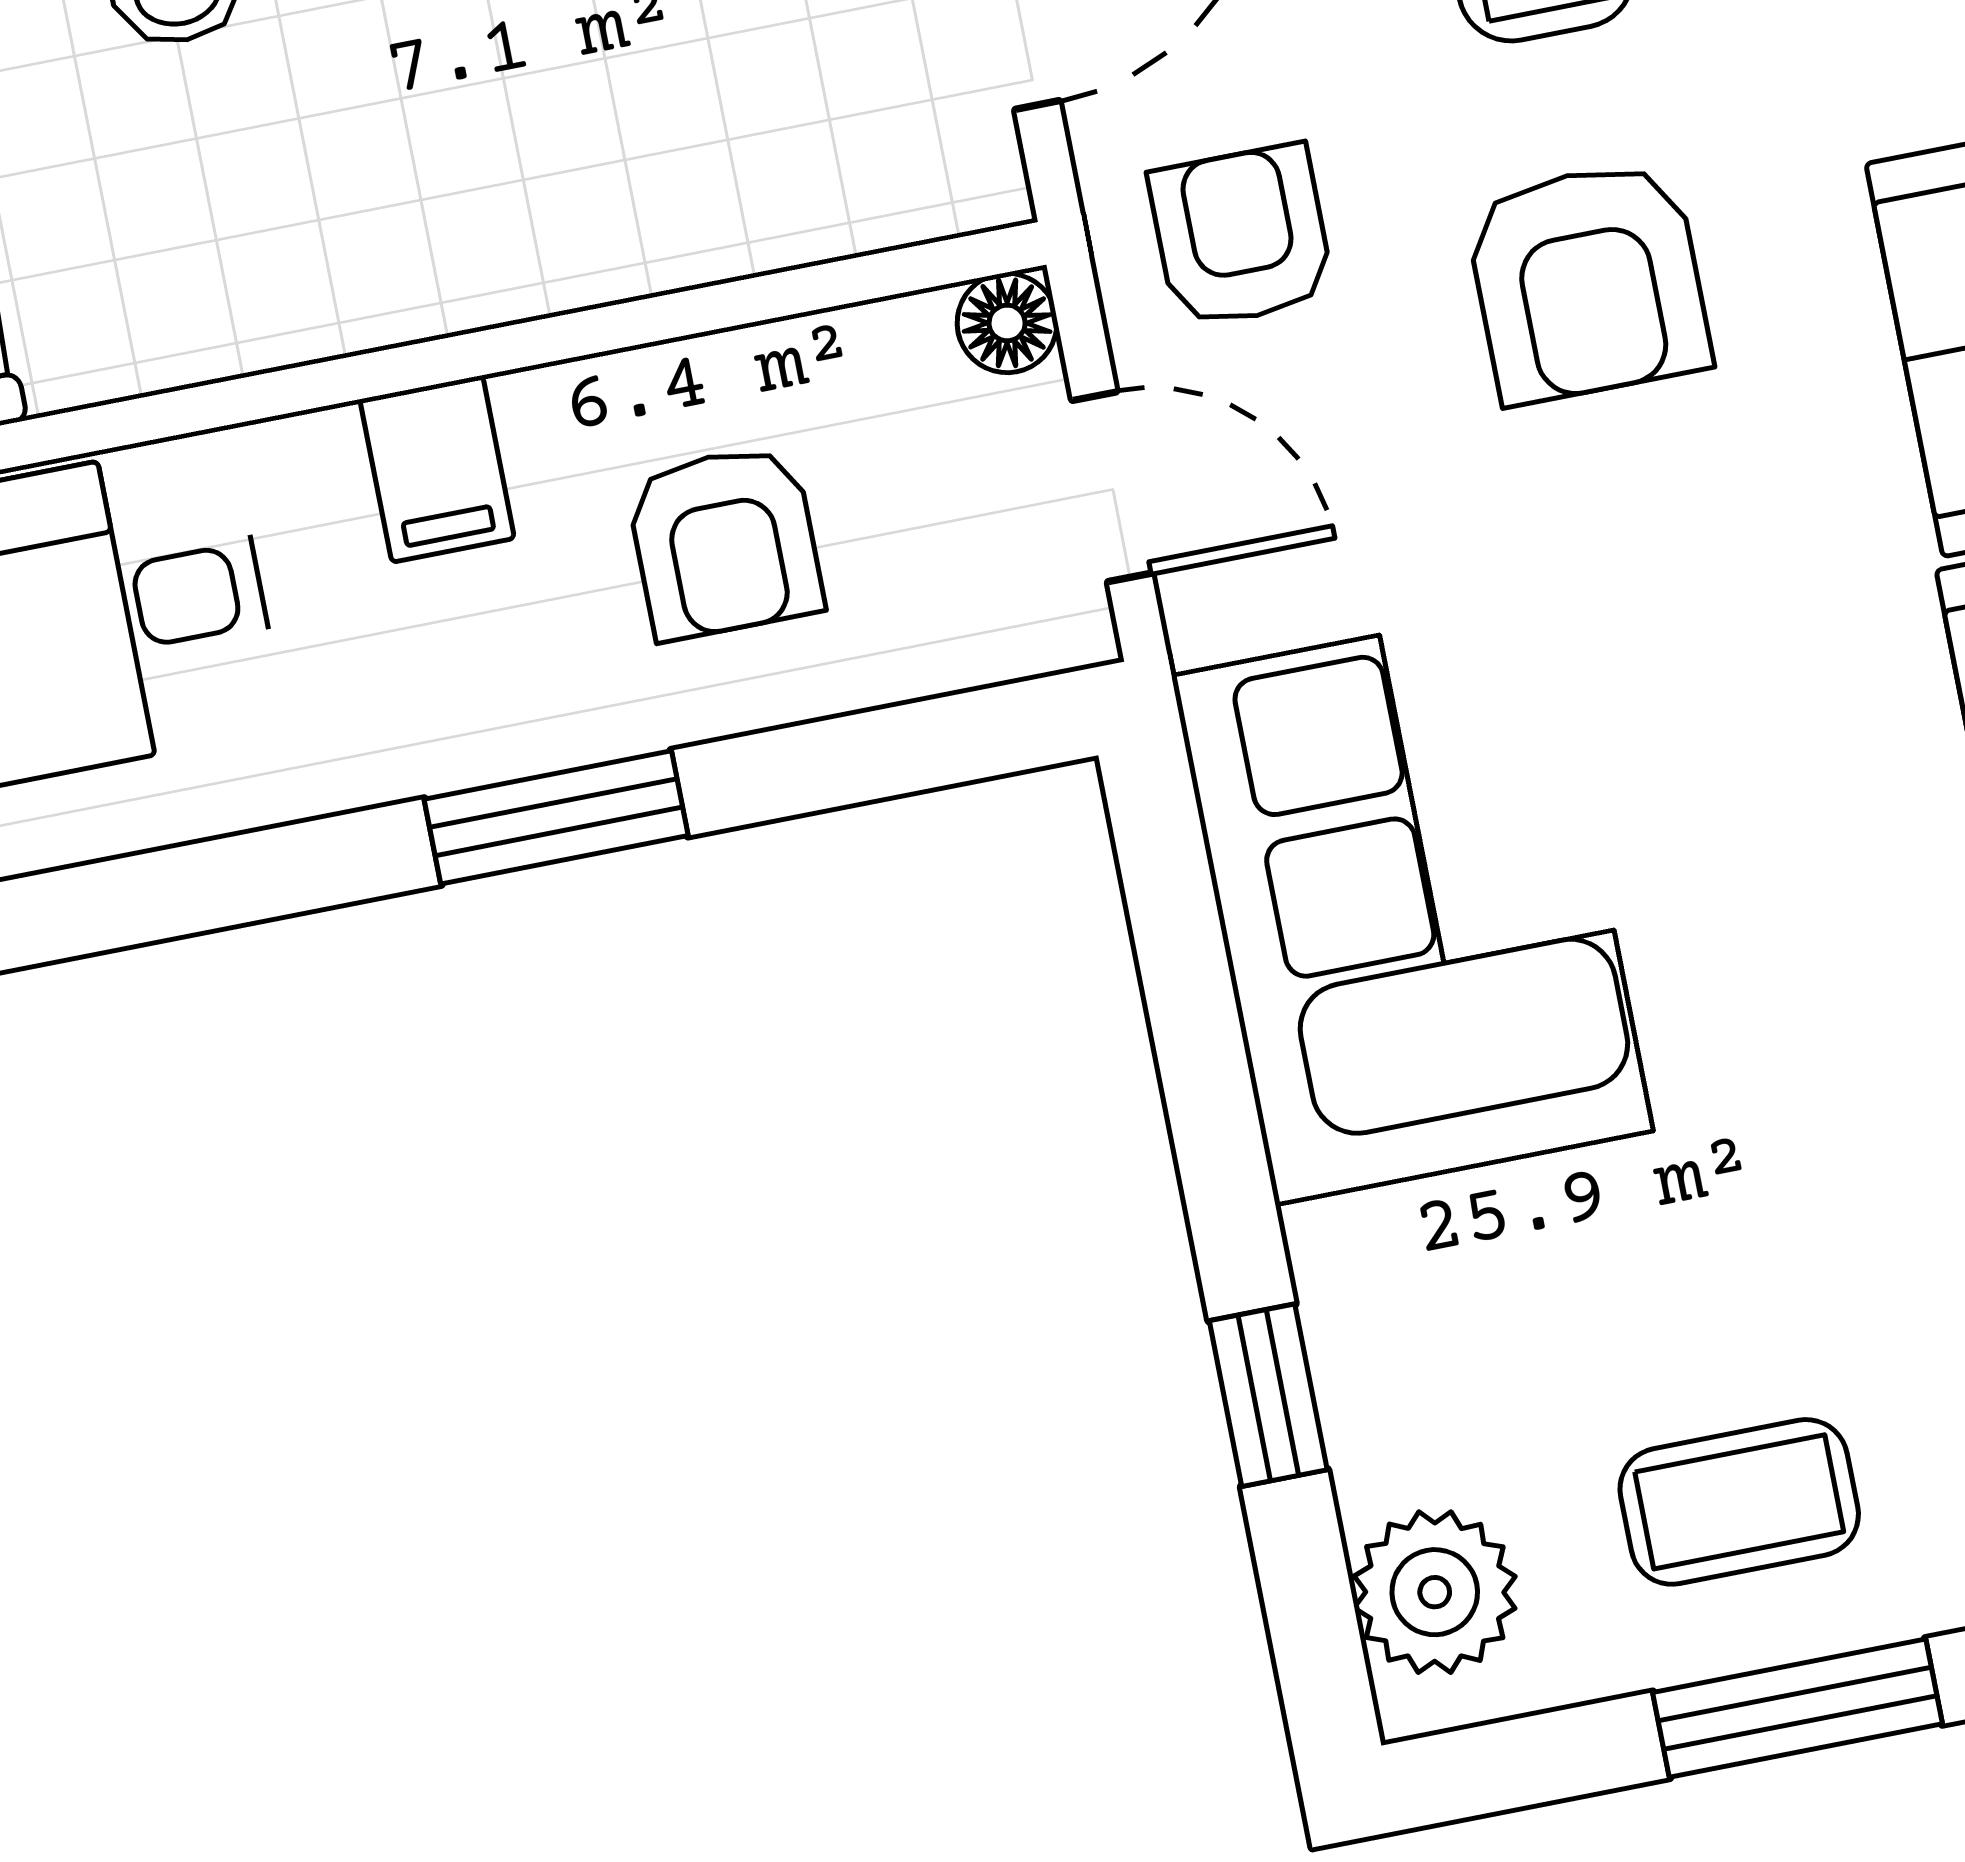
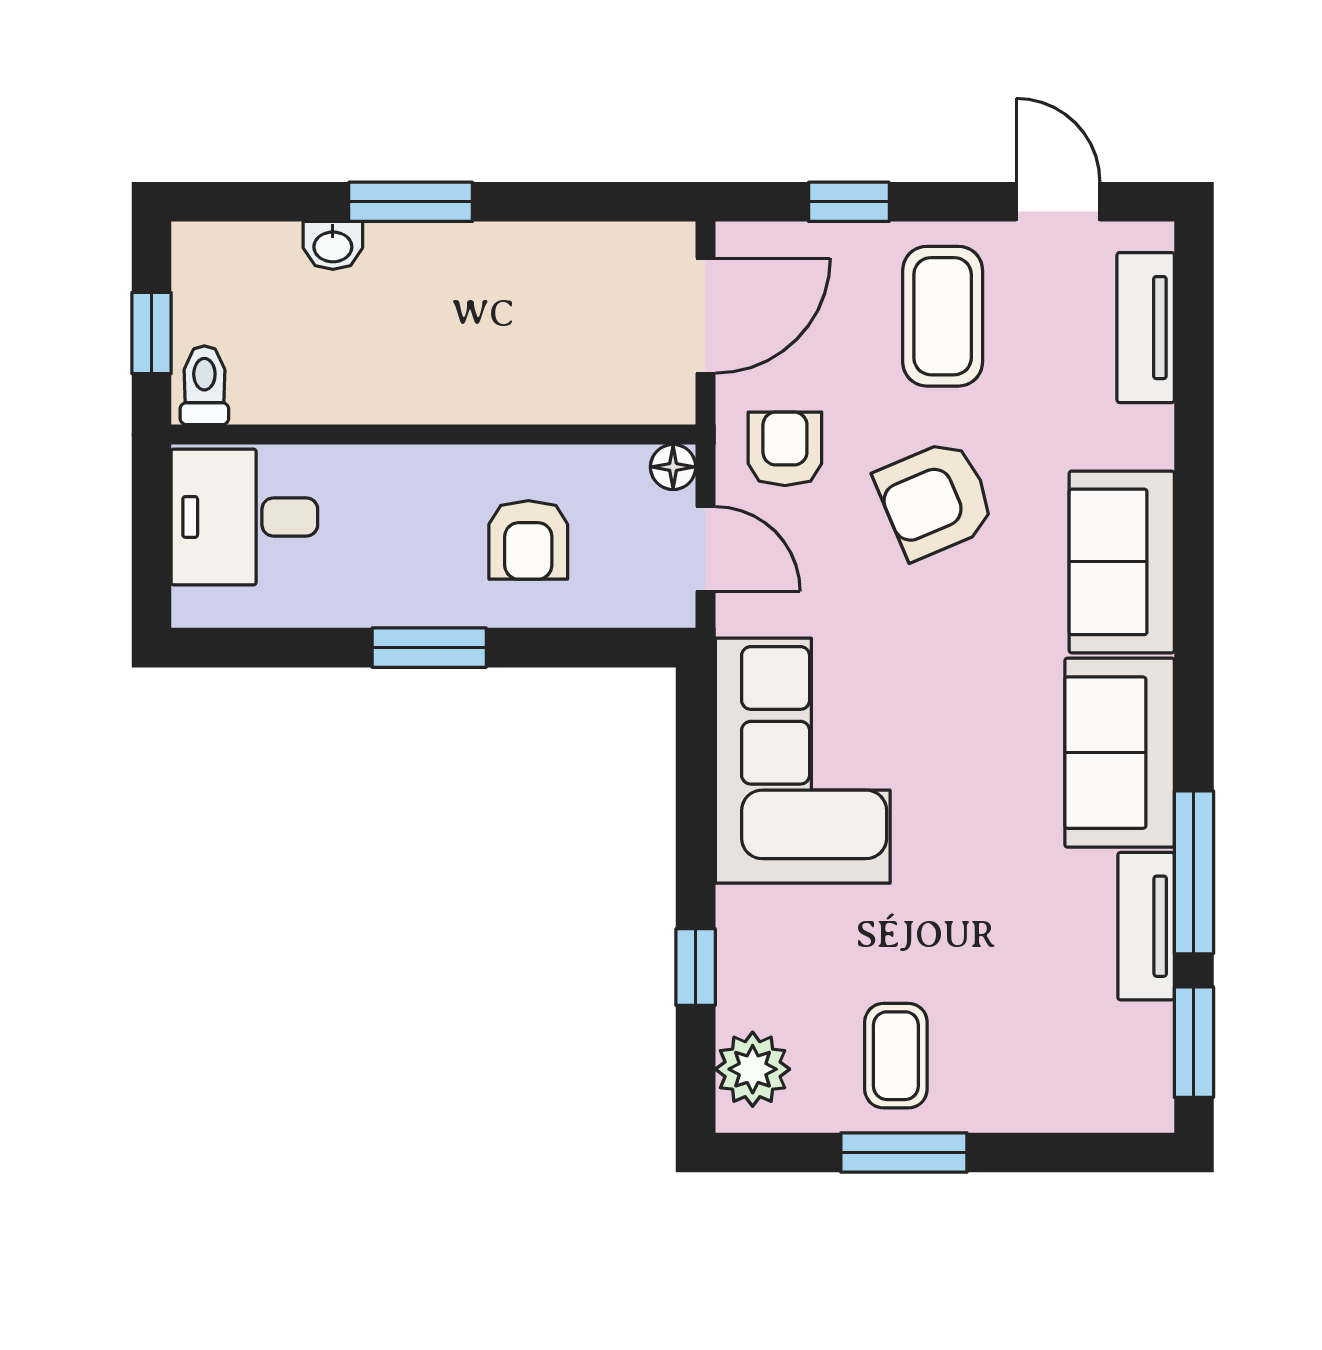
armchair: (1588, 282) -> (935, 499), turned 67
filing cabinet: (437, 469) -> (407, 482), removed
coffee table: (1739, 1502) -> (896, 1056), turned 90

